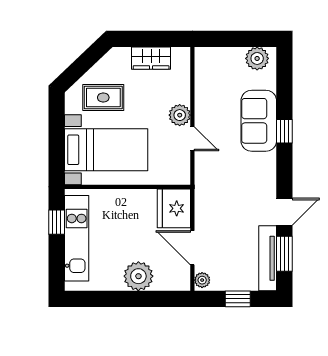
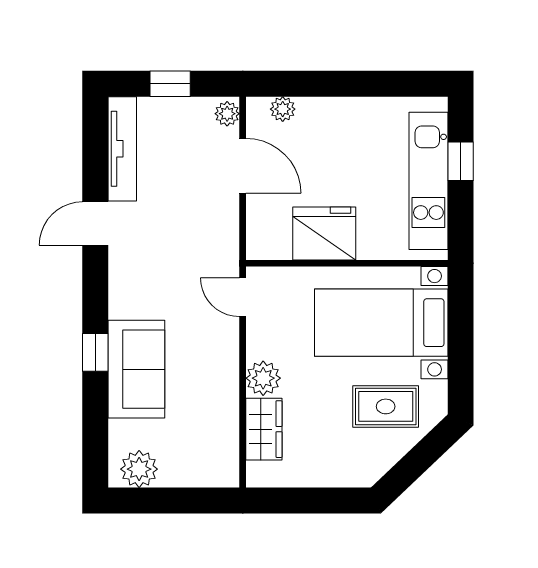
wardrobe: (151, 58) -> (264, 429), moved, turned 90
door: (192, 139) -> (243, 297), moved
fridge: (174, 208) -> (324, 234), moved, turned -90
window: (57, 222) -> (461, 161), moved
window: (284, 254) -> (95, 156), removed
plant: (138, 276) -> (283, 109), moved, width x0.53, depth x0.53

